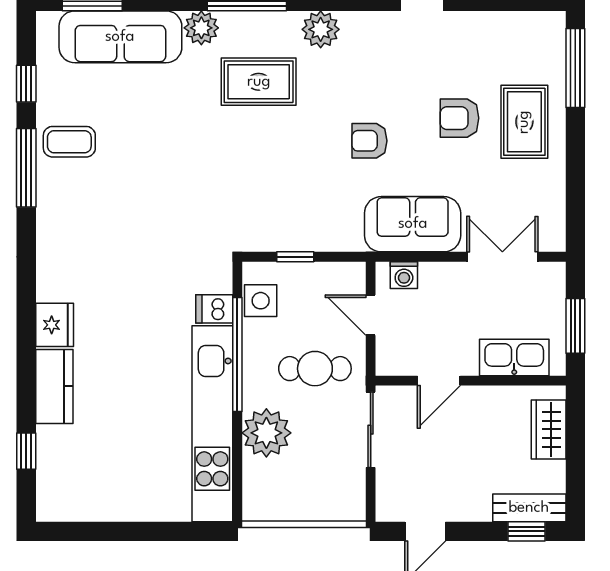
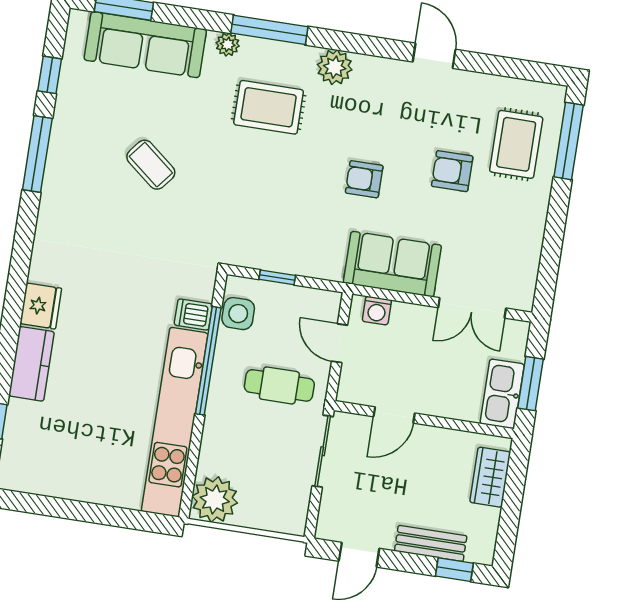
plant: (201, 28) -> (228, 44), width x0.73, depth x0.73
rug: (524, 122) -> (516, 144), moved
coffee table: (69, 142) -> (151, 165), moved, turned 39
double door: (502, 257) -> (472, 308), swing flipped
kitchen sink: (514, 357) -> (502, 394), moved, turned -90
plant: (266, 433) -> (215, 499), moved
bench: (529, 508) -> (431, 543), moved

